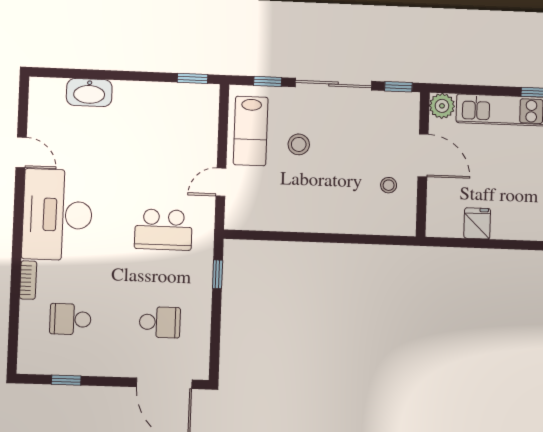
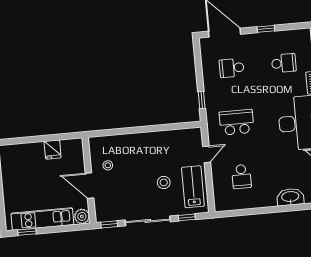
window: (193, 78) -> (231, 213), removed
school desk: (167, 137) -> (242, 176), added
window: (66, 380) -> (266, 29), moved

